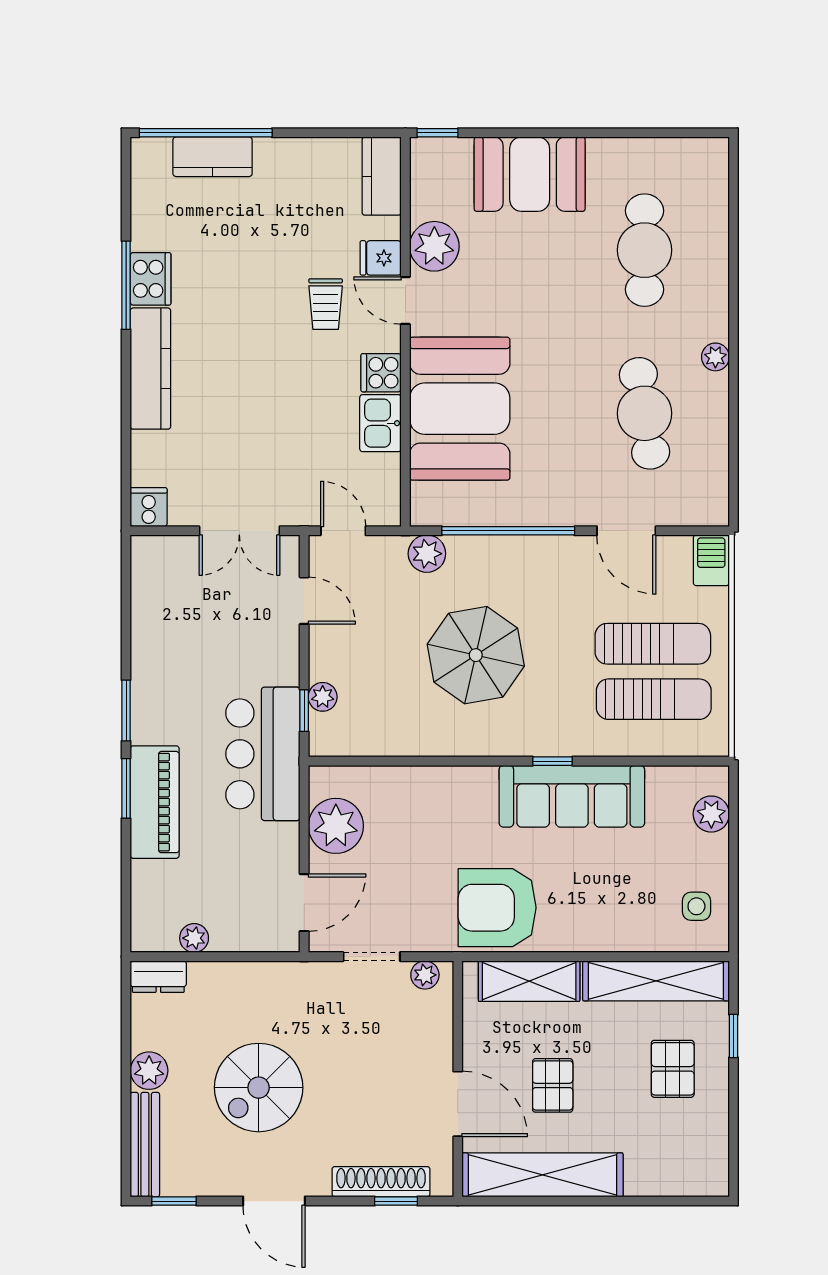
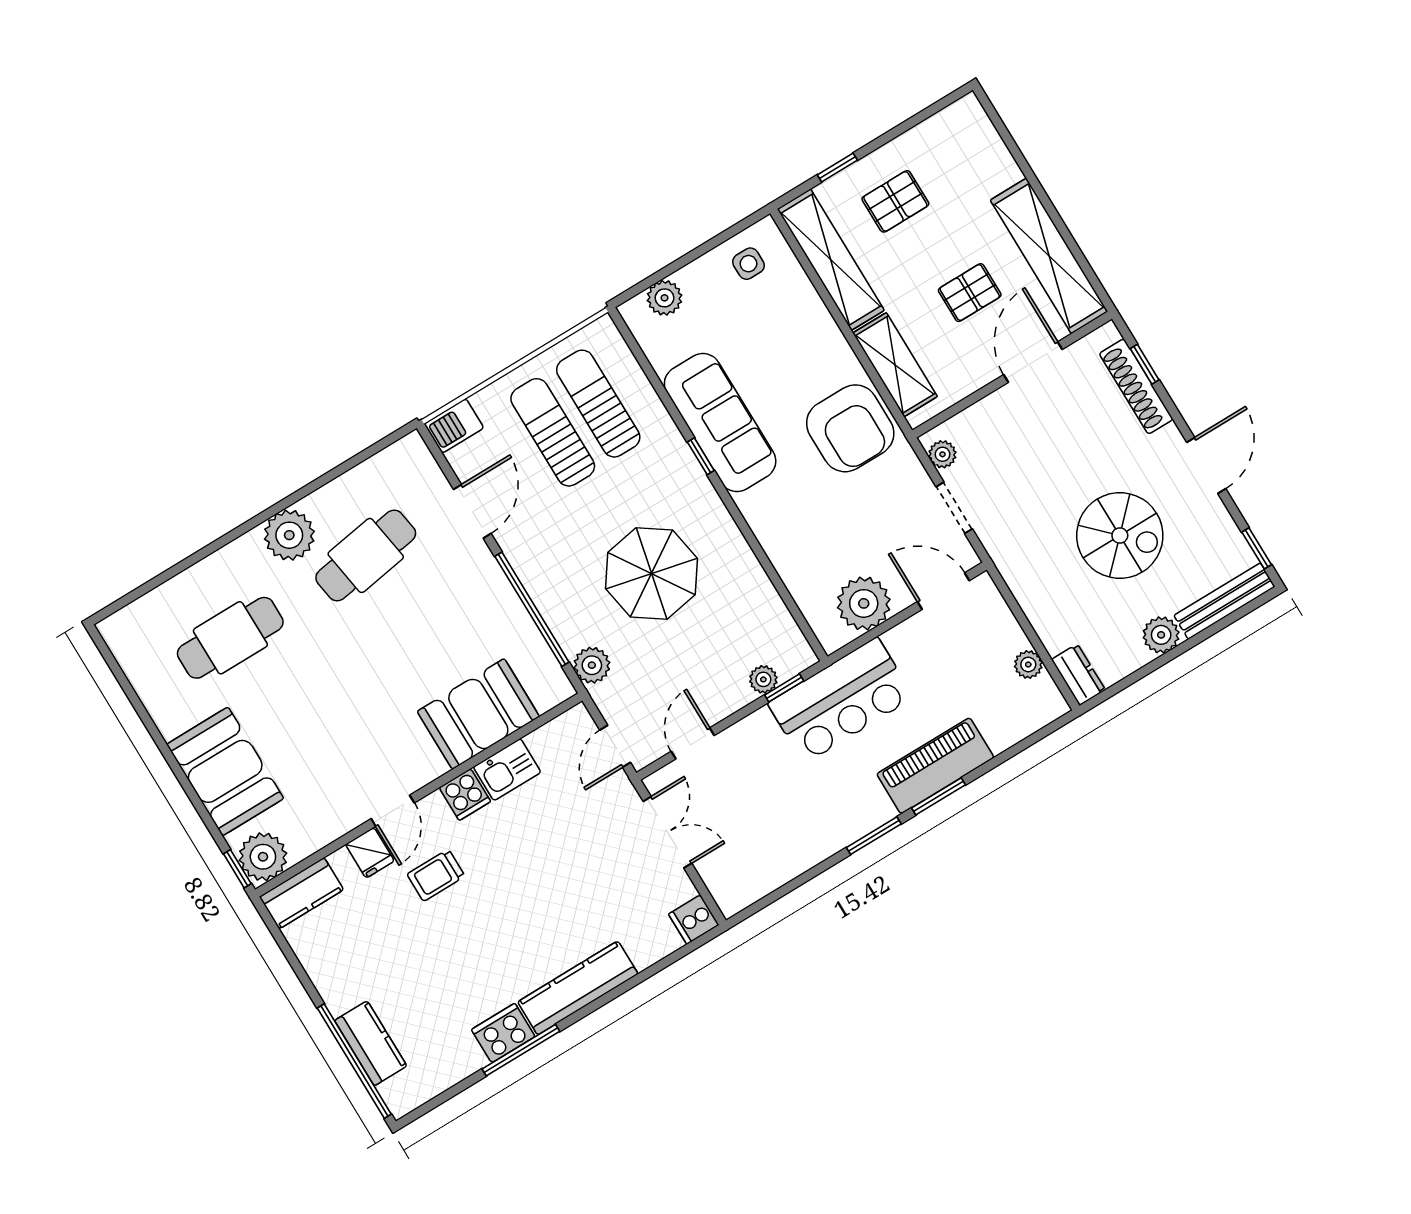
plant: (434, 246) -> (263, 857), moved
trolley: (326, 304) -> (436, 875), turned 180
plant: (715, 357) -> (289, 535), width x1.87, depth x1.87
booth: (460, 409) -> (478, 714), width x0.73, depth x0.70

